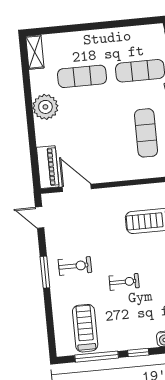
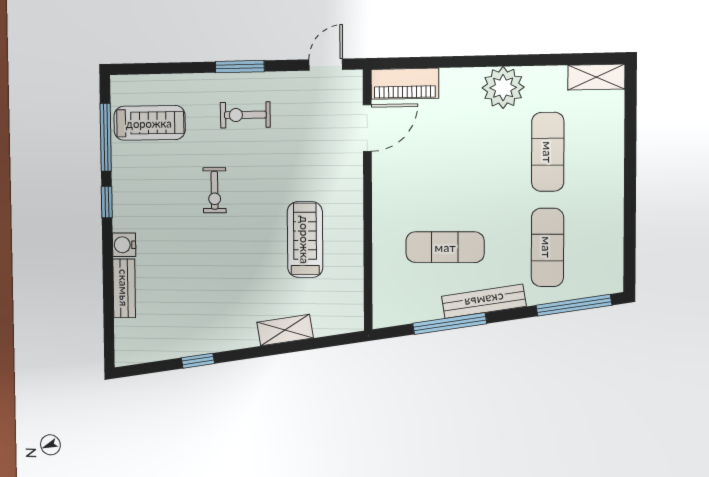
exercise bike: (75, 266) -> (245, 115), turned 90

